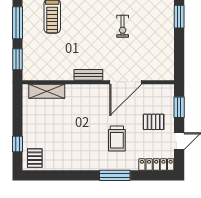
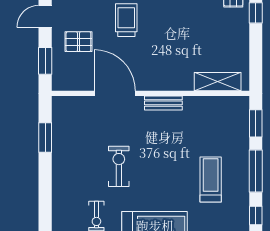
window: (179, 17) -> (45, 137), moved
exercise bike: (123, 26) -> (119, 166), width x1.38, depth x1.39
door: (126, 82) -> (115, 93), hinge flipped

